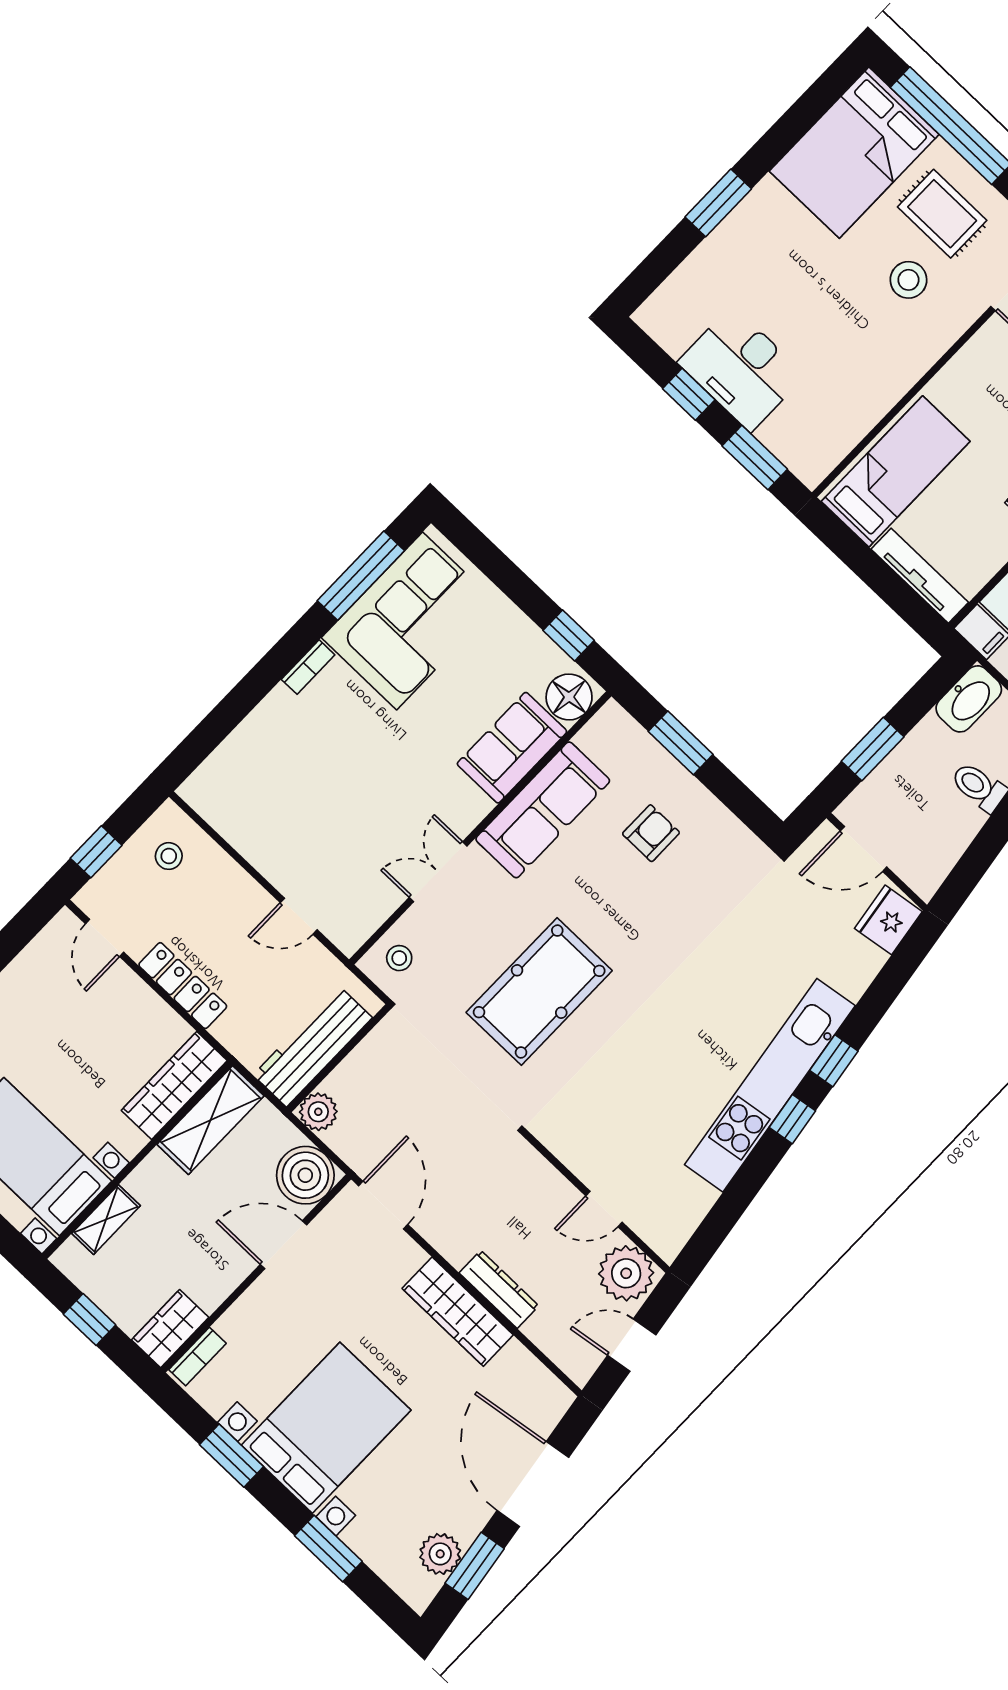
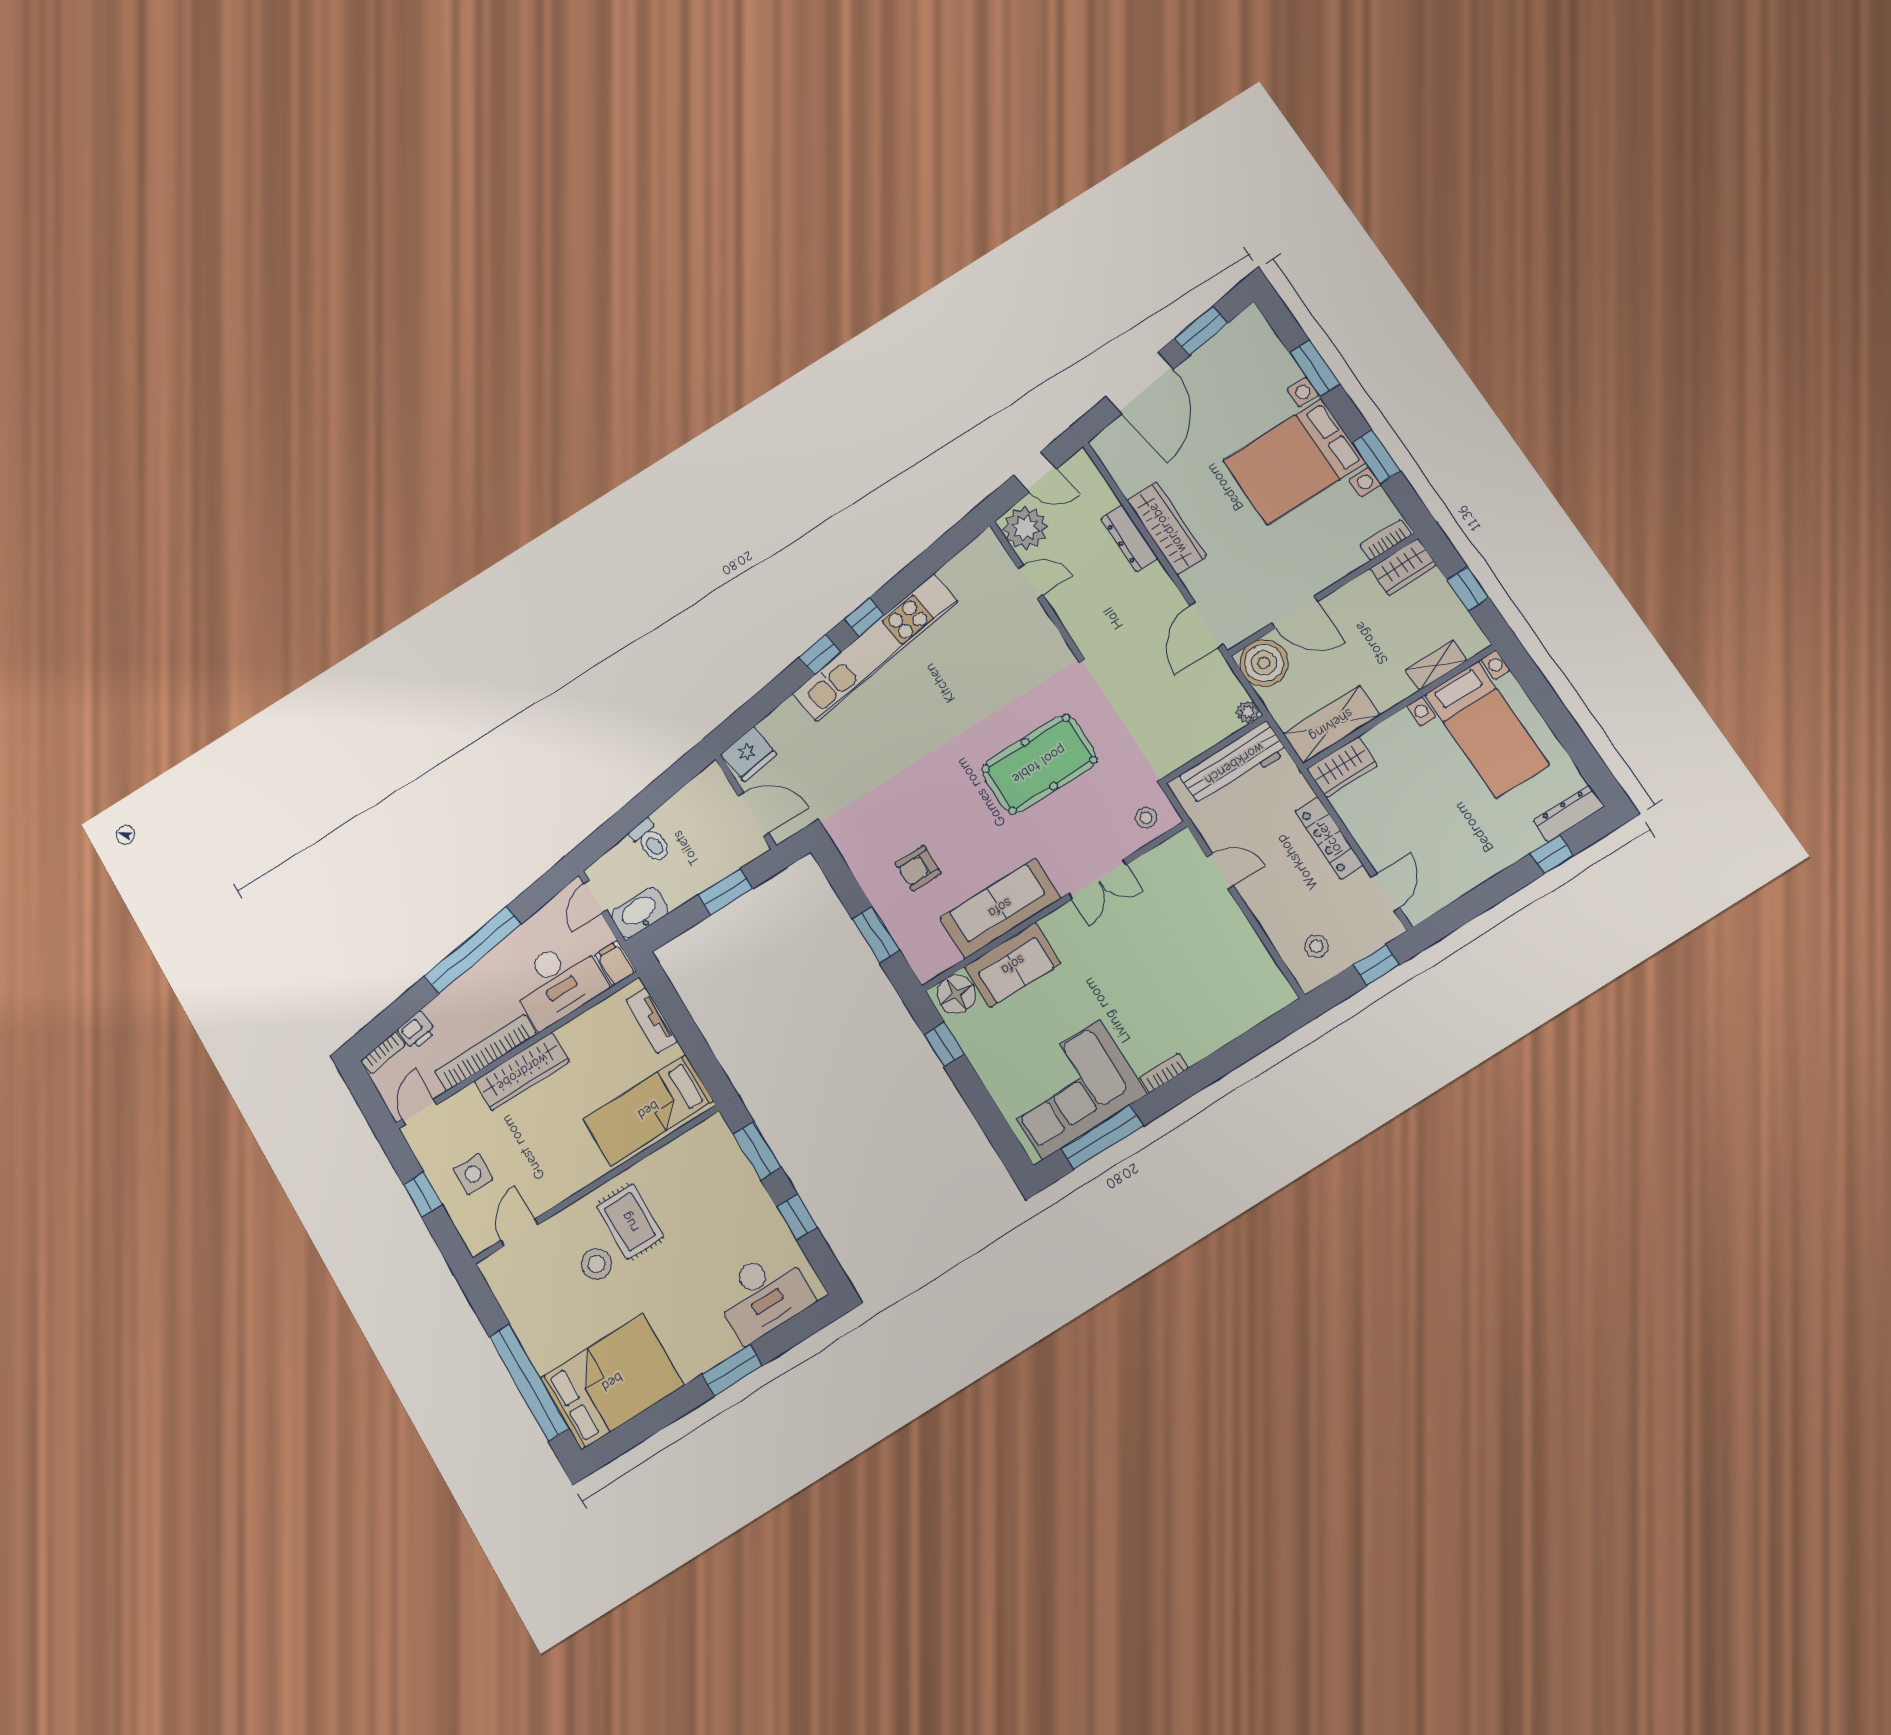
rug: (942, 214) -> (630, 1222), moved
desk: (741, 369) -> (763, 1295), moved, turned 90
tv unit: (920, 576) -> (652, 1021), width x0.71
wardrobe: (174, 1085) -> (1342, 767), width x0.67
plant: (318, 1112) -> (1247, 712), width x0.73, depth x0.73
plant: (440, 1554) -> (1226, 346), removed

